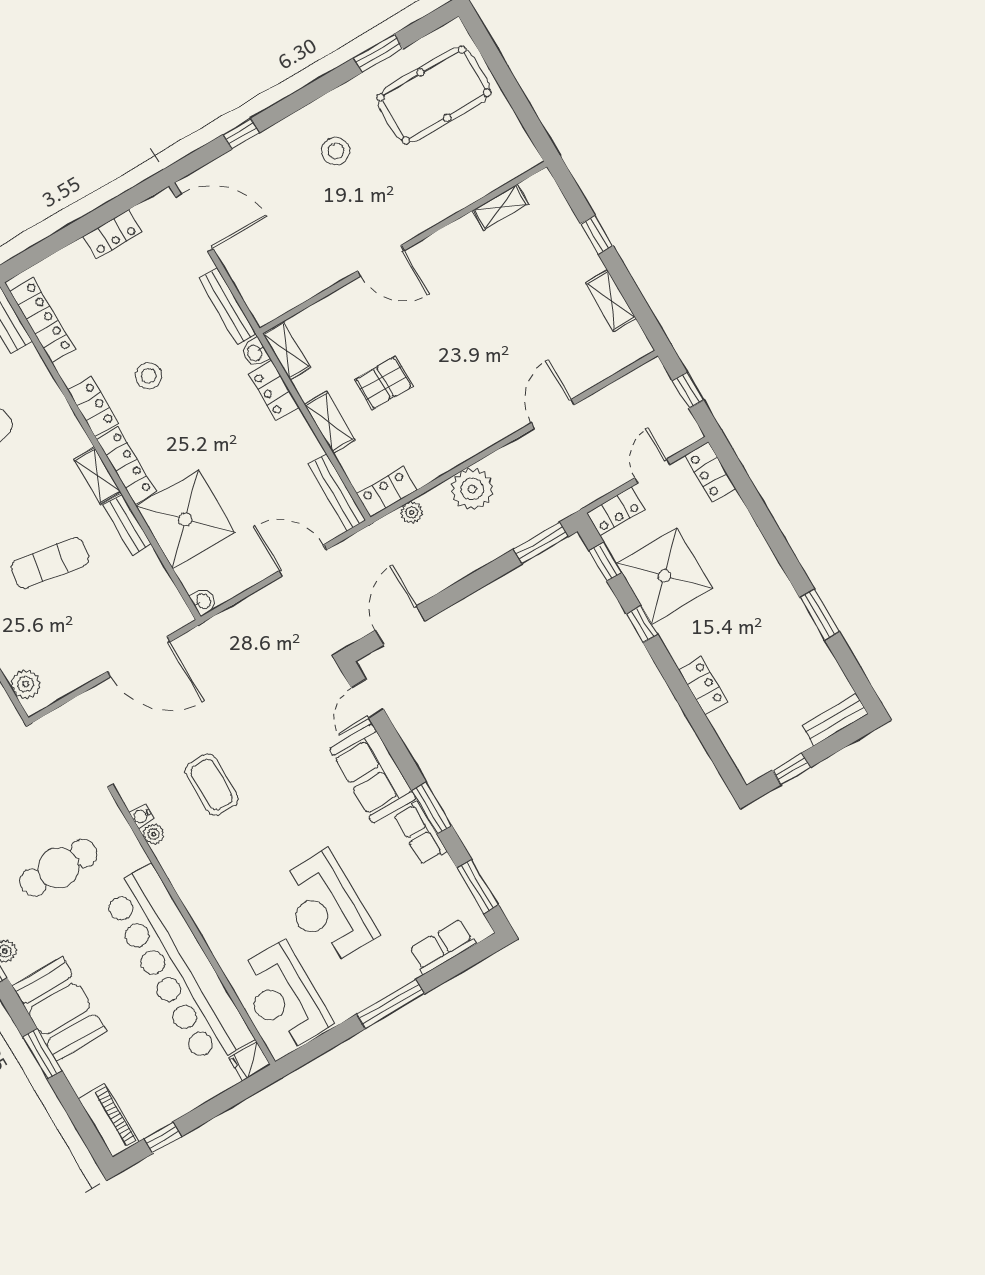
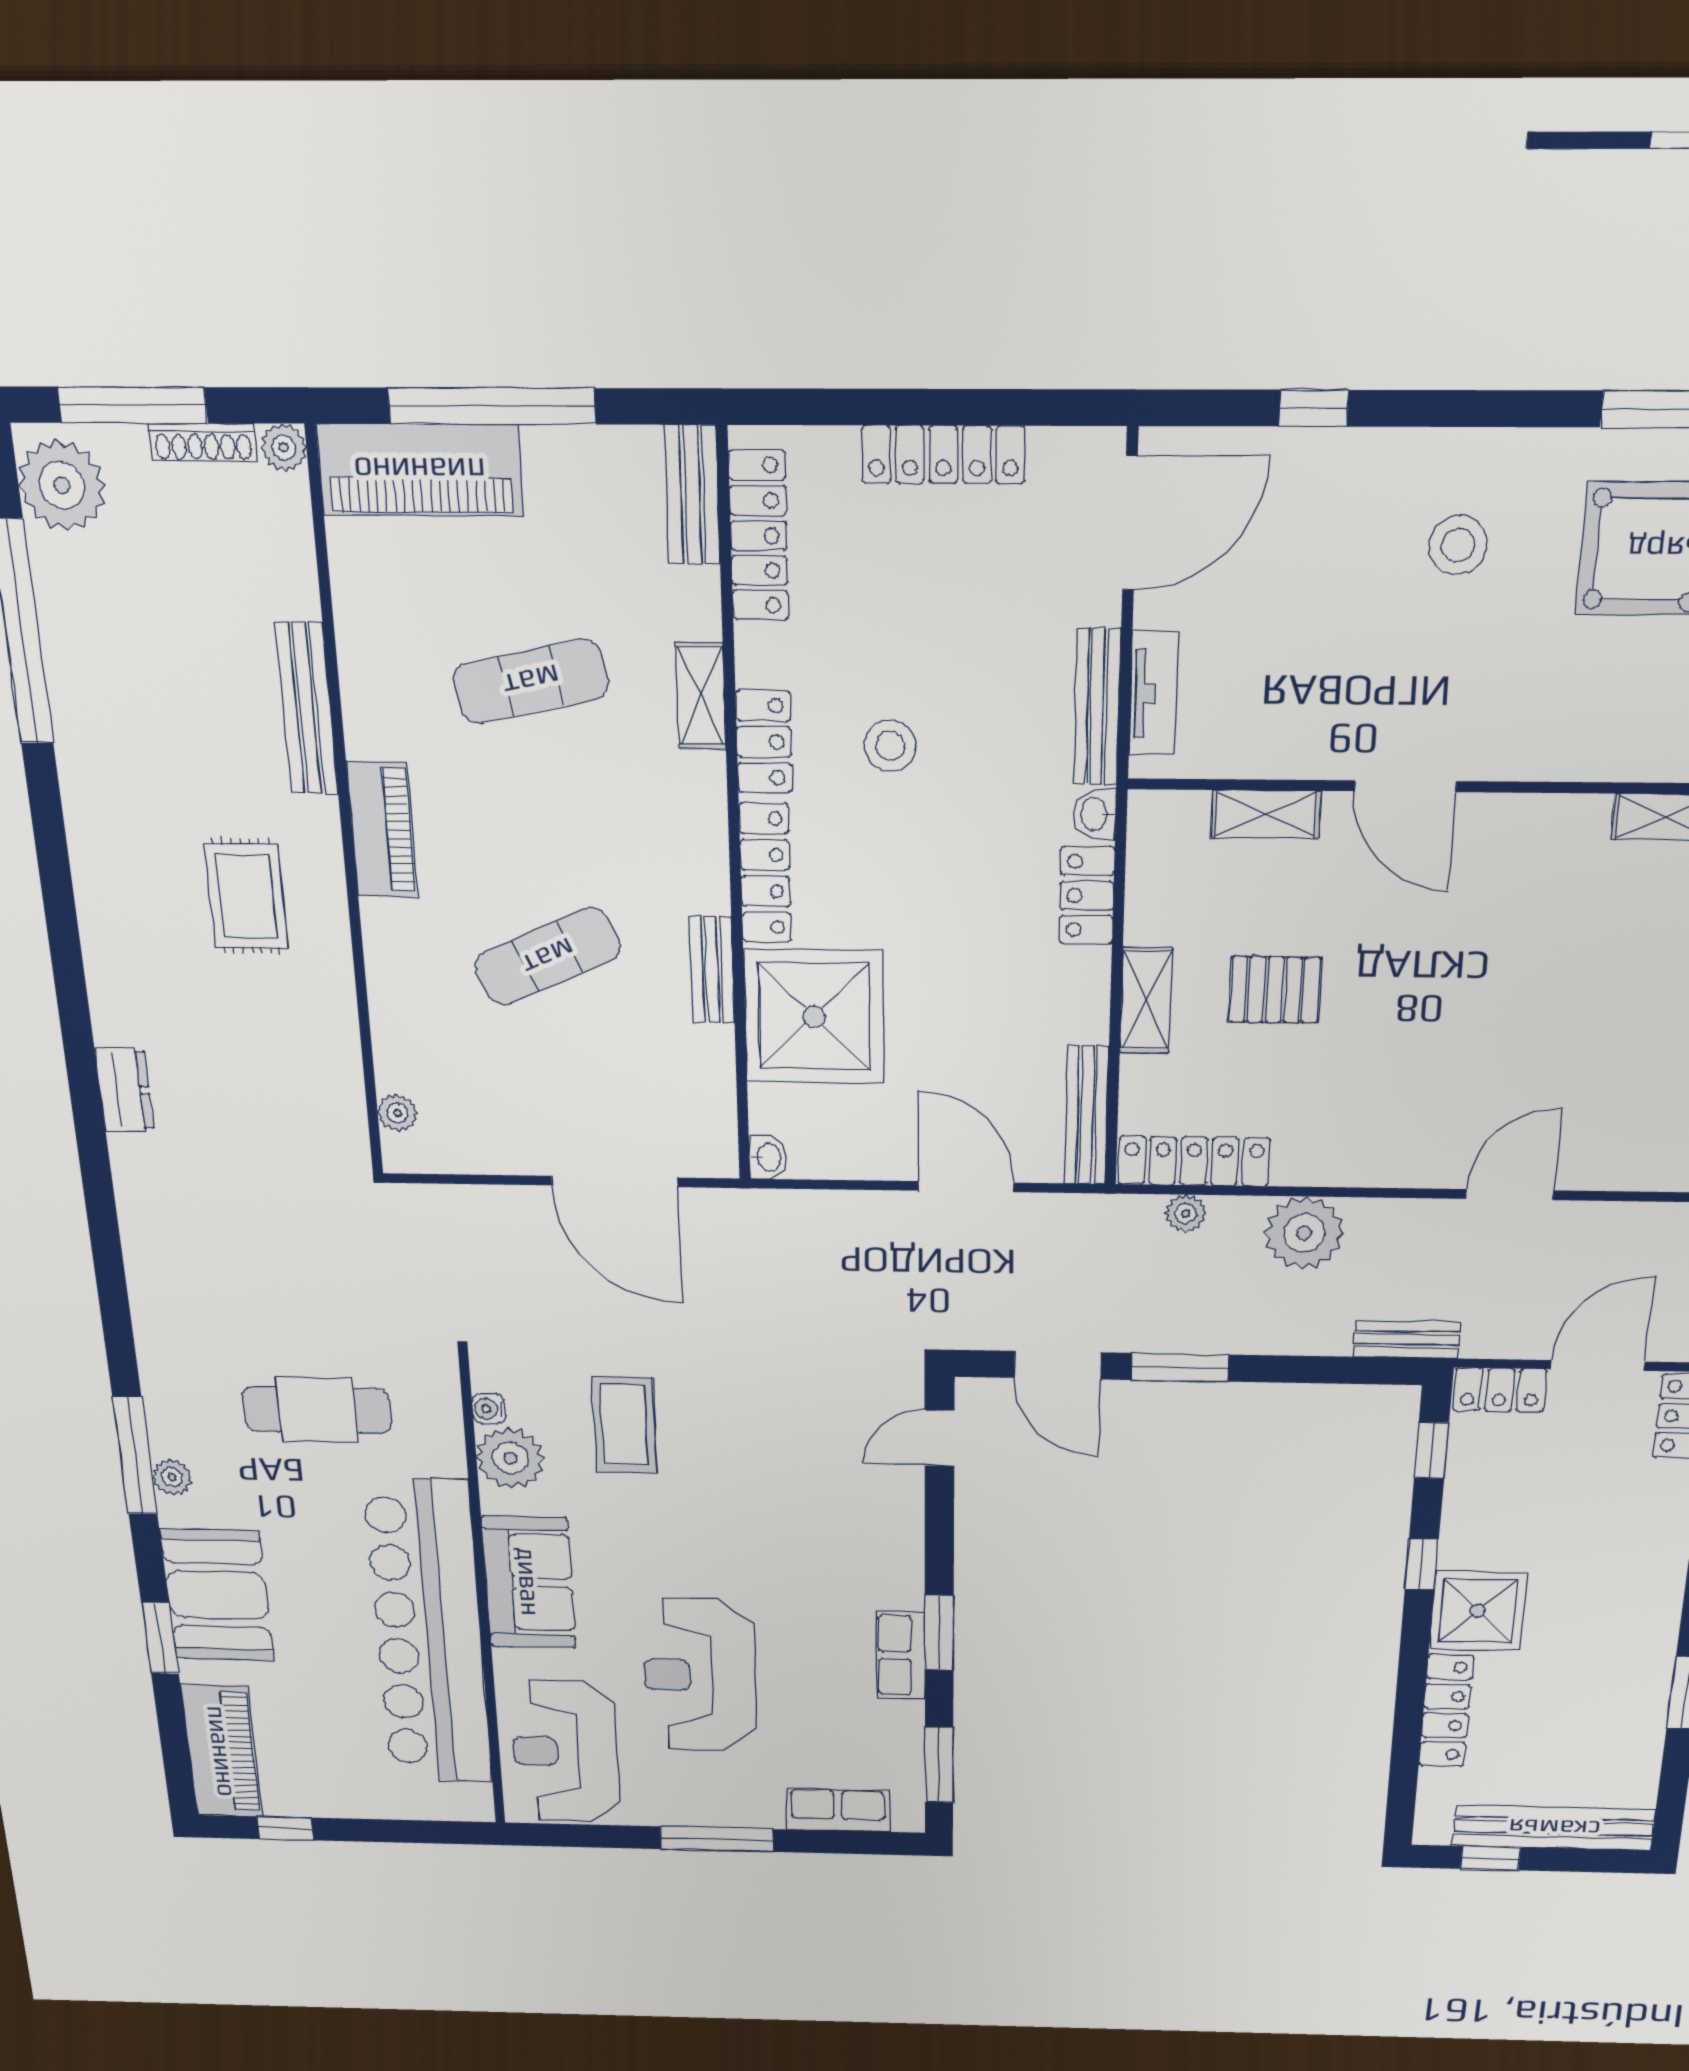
door: (194, 223) -> (1130, 523), hinge flipped
locker: (112, 234) -> (943, 455), width x1.53
tv unit: (248, 286) -> (1154, 694), added
shelving: (287, 351) -> (1266, 814), moved, turned 90
door: (652, 471) -> (1597, 1365), width x1.38
shelving: (98, 476) -> (701, 696), moved
locker: (387, 492) -> (1194, 1161), width x1.53
bench: (555, 513) -> (1406, 1339), added
window: (541, 543) -> (1180, 1367), moved
exercise mat: (50, 563) -> (548, 957), turned -33
shower: (664, 576) -> (1478, 1611), moved, width x0.73, depth x0.73
door: (400, 625) -> (1058, 1365), swing flipped
plant: (26, 684) -> (397, 1113), width x0.73, depth x0.73
locker: (703, 686) -> (1446, 1711), width x1.53
bench: (835, 720) -> (1554, 1828), width x1.86, depth x1.21
sofa: (373, 773) -> (529, 1582), moved, turned 180
plant: (154, 834) -> (510, 1458), width x1.88, depth x1.88
fridge: (250, 1061) -> (468, 1803), removed
piano: (109, 1120) -> (222, 1751), width x1.37, depth x1.33

